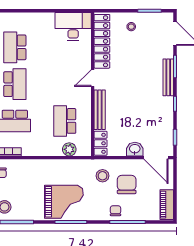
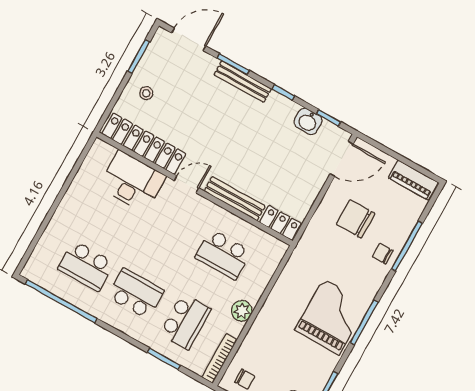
desk: (73, 26) -> (132, 182), moved, turned 90
door: (93, 78) -> (186, 184), swing flipped
plant: (69, 149) -> (242, 311), moved
washbasin: (135, 149) -> (308, 121), moved, turned -90
stool: (103, 176) -> (326, 245), removed

